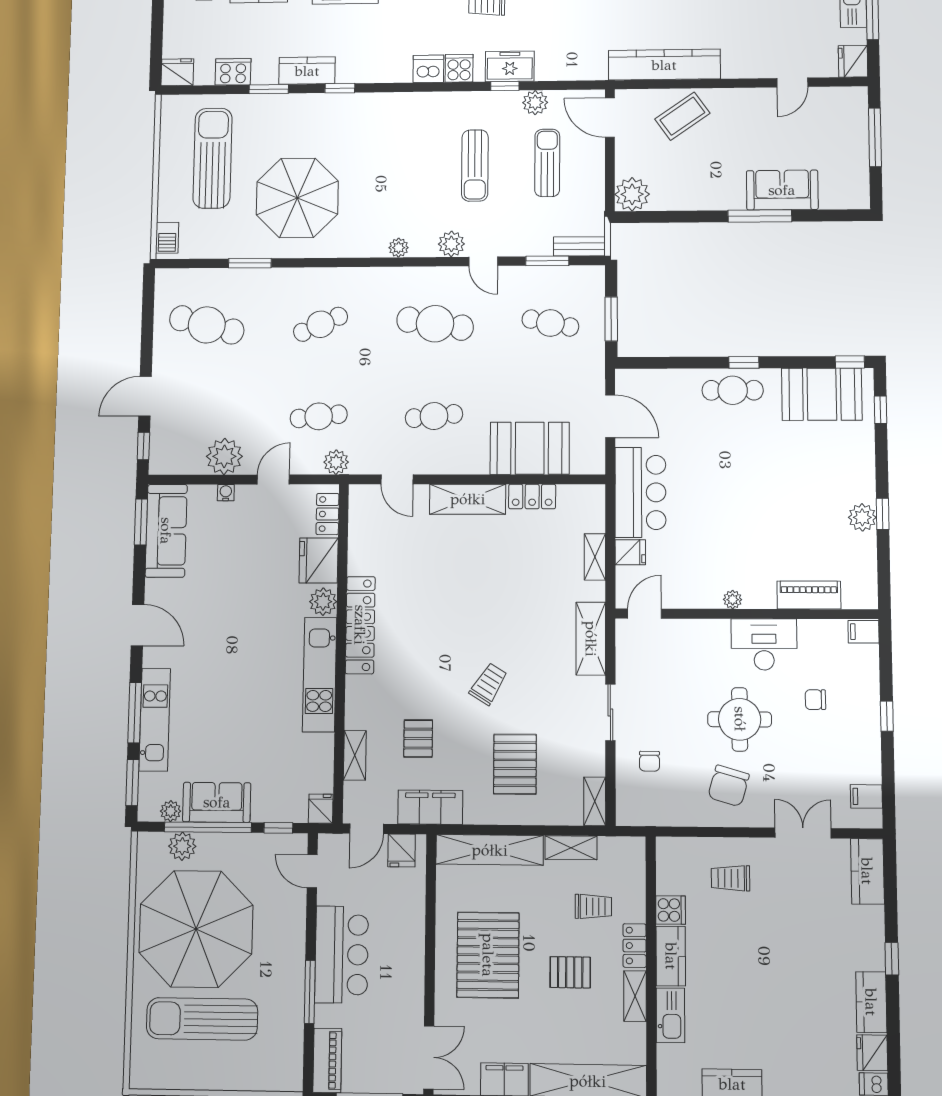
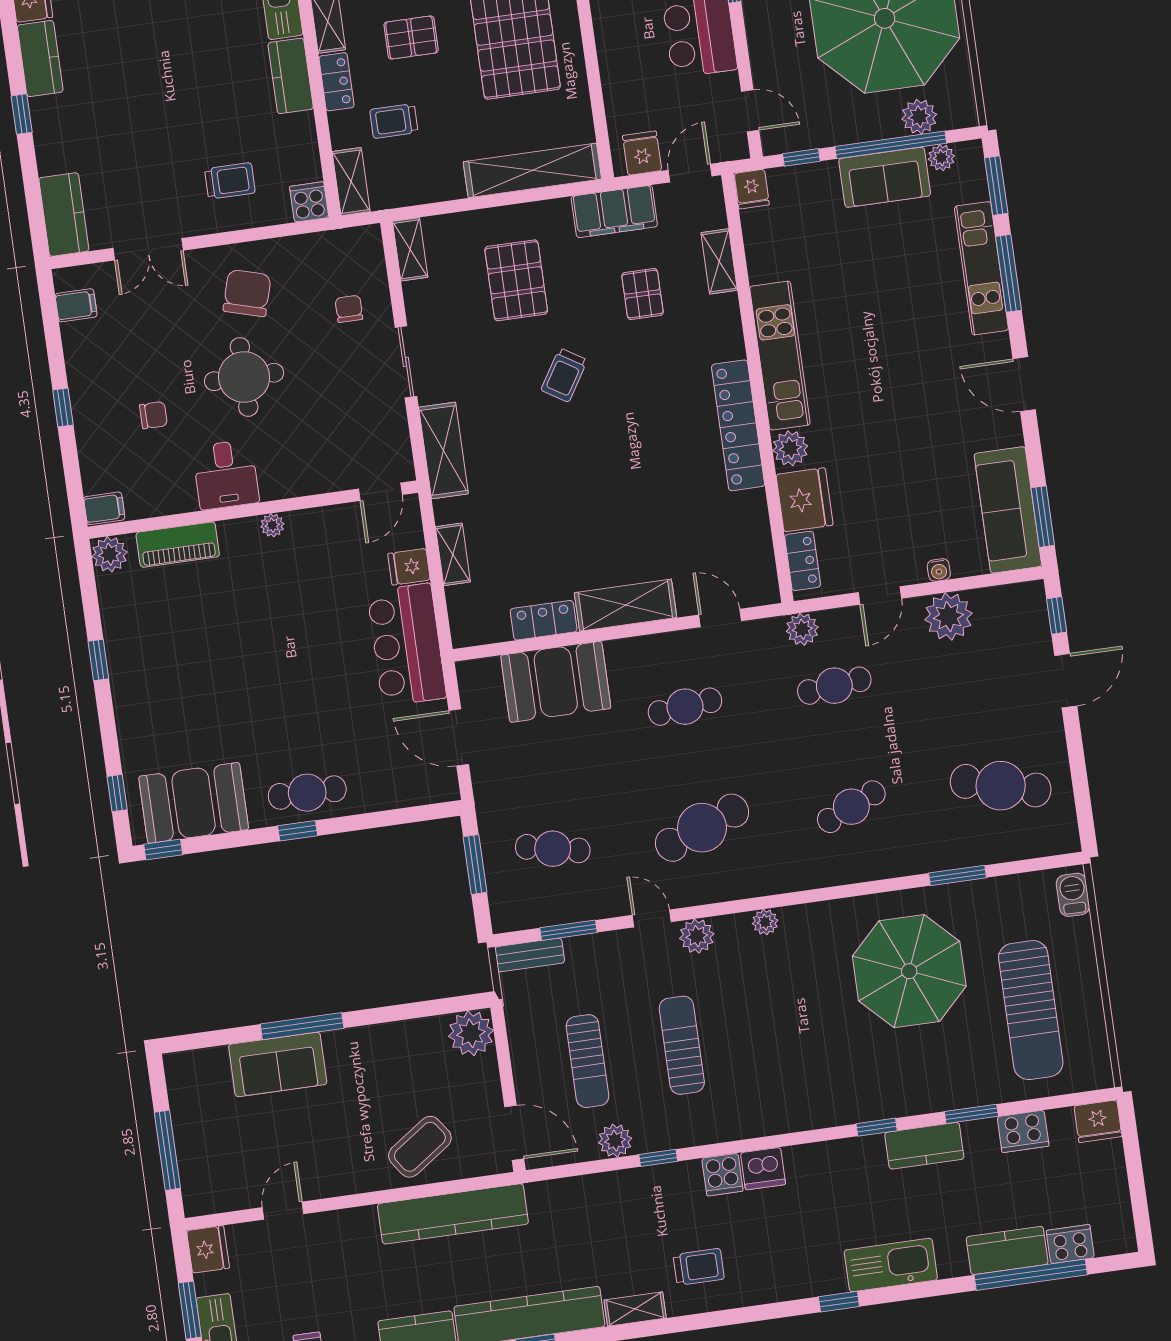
freezer: (510, 66) -> (656, 1186), removed
cafe table: (435, 324) -> (702, 828), turned -30
plant: (862, 517) -> (110, 554), moved
desk: (764, 644) -> (226, 475), width x0.73
shelving: (571, 848) -> (351, 182), moved, turned 90
cooker: (671, 910) -> (309, 202), moved, turned 90

